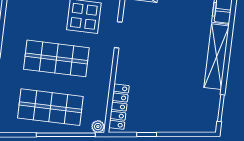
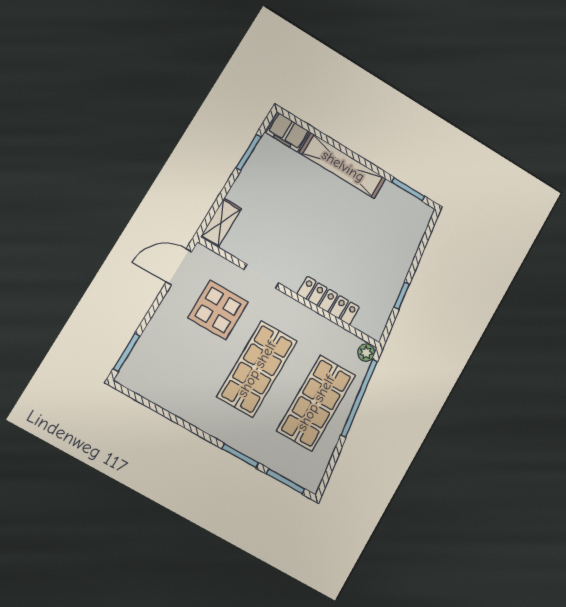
locker: (119, 107) -> (328, 301), moved

